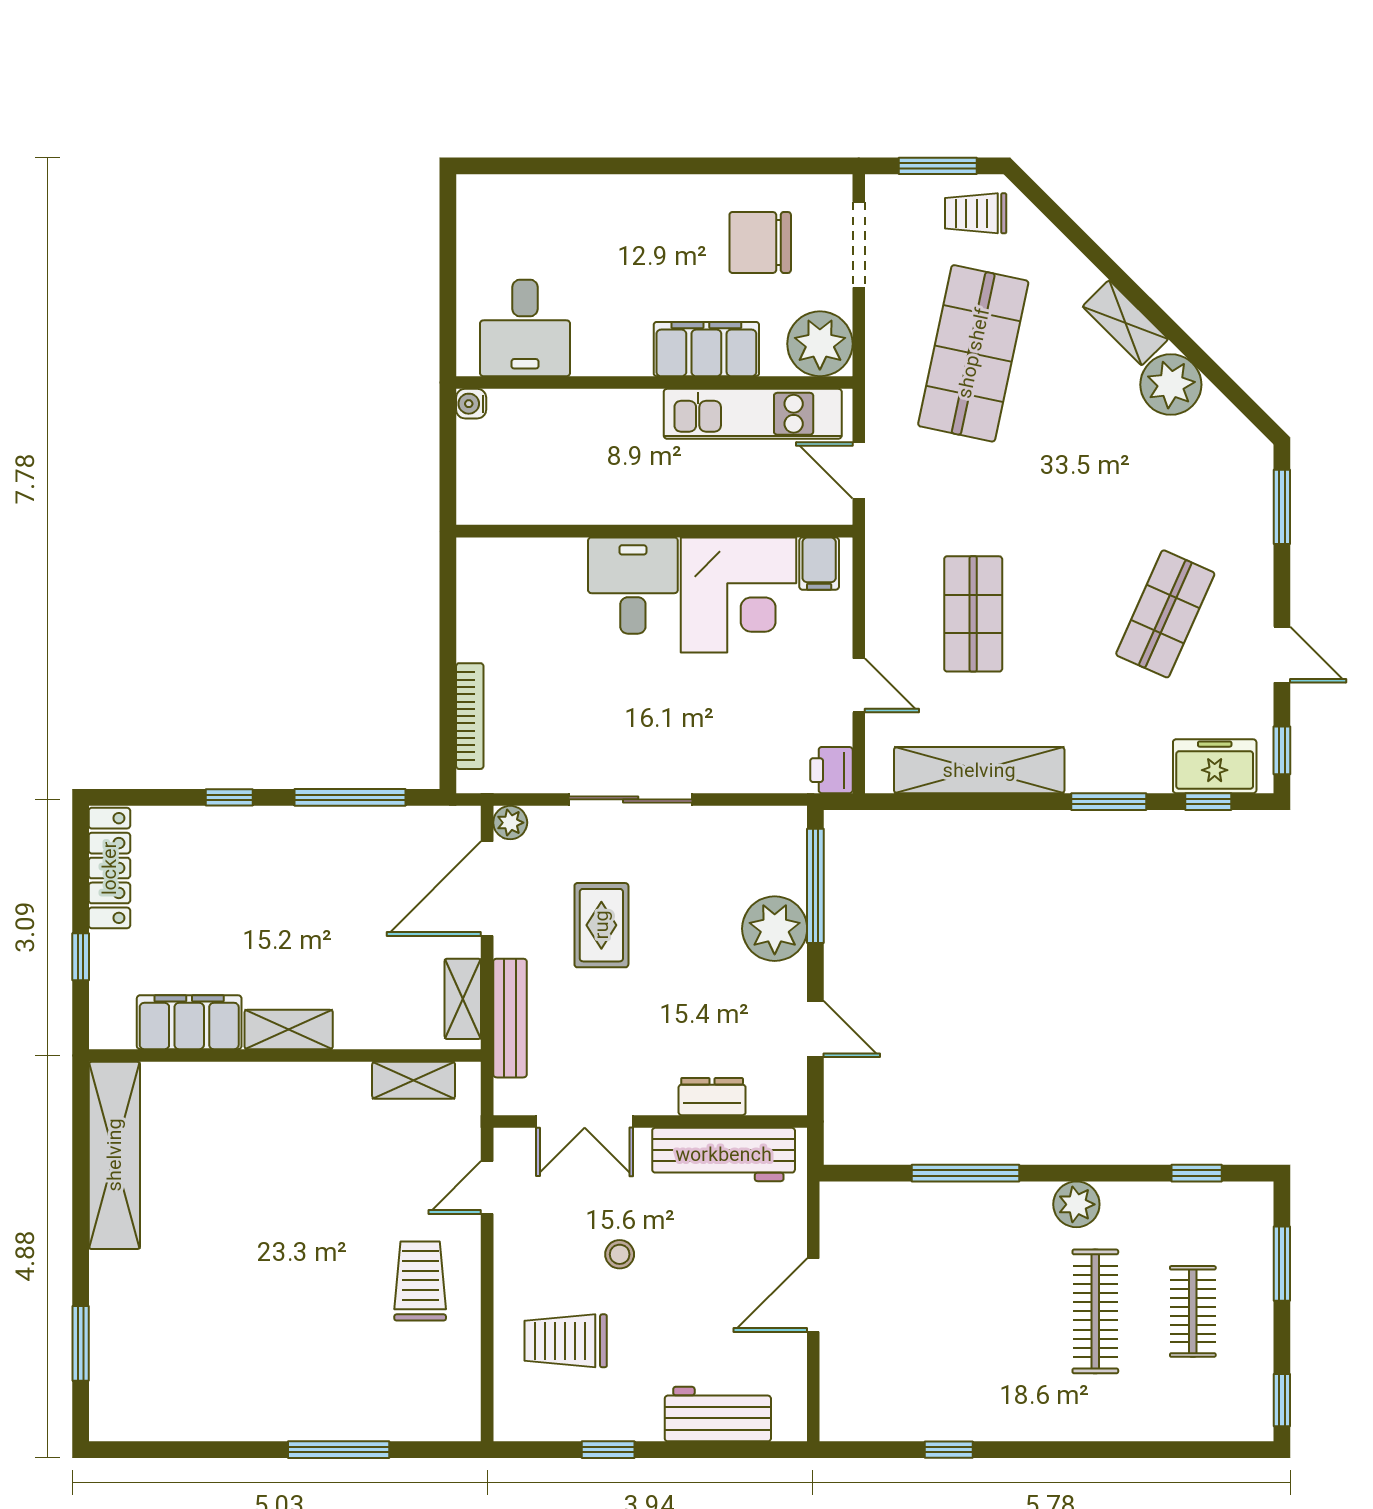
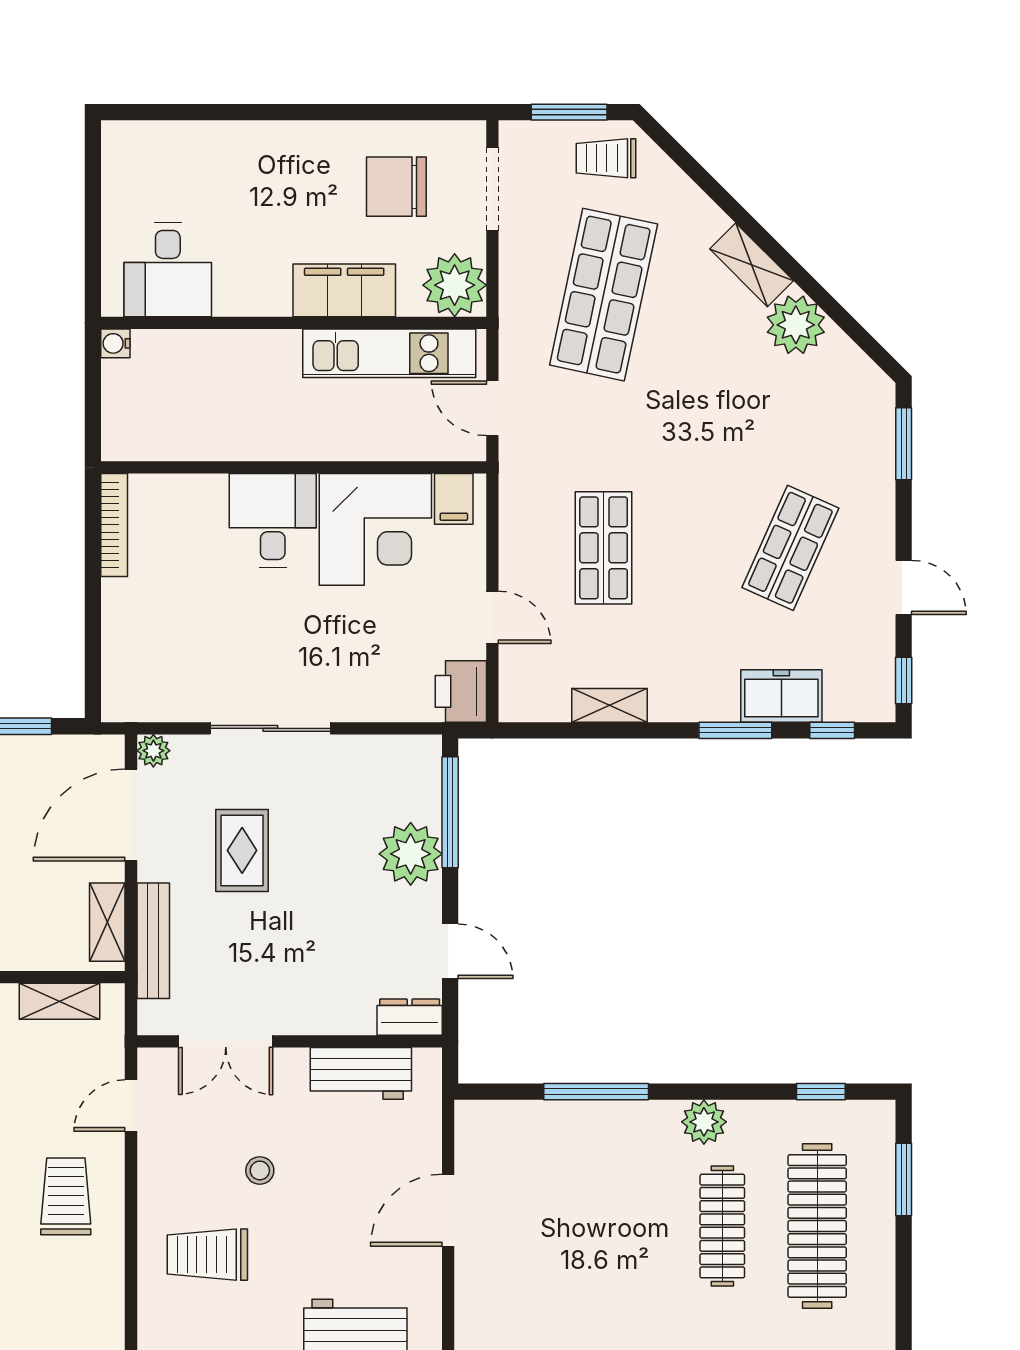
bookcase: (470, 716) -> (114, 525), moved
freezer: (1215, 766) -> (781, 696), moved
printer: (831, 770) -> (461, 691), width x1.36, depth x1.24
shelving: (979, 770) -> (609, 705), width x0.45, depth x0.75
dresser: (712, 1097) -> (410, 1017), moved
workbench: (724, 1154) -> (361, 1073), width x0.73
clothes rail: (1193, 1311) -> (817, 1226), width x1.86, depth x1.31
window: (1282, 1400) -> (904, 1312), removed

